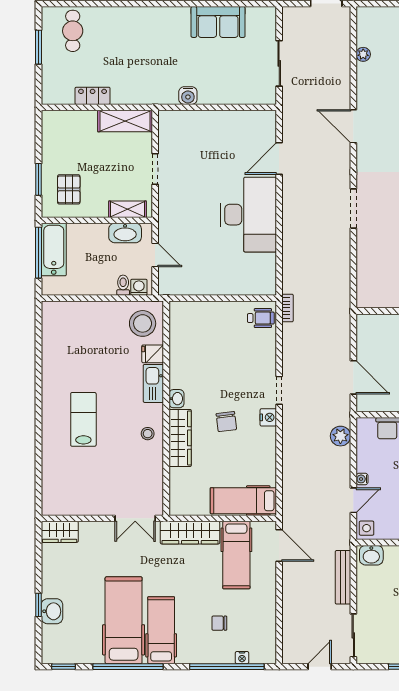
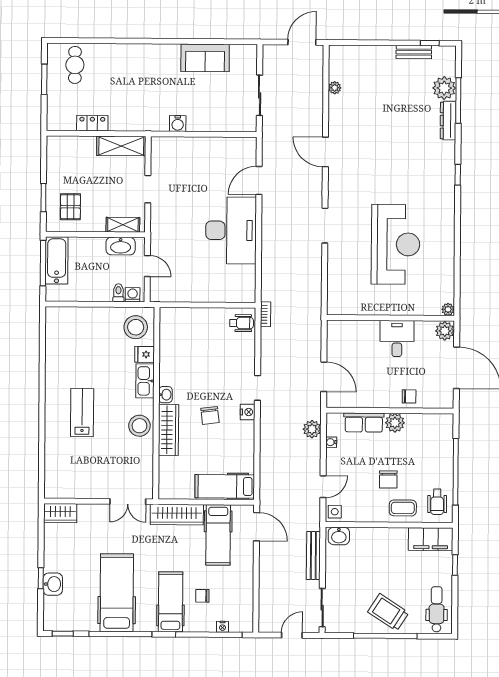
stool: (148, 434) -> (139, 426), width x1.89, depth x1.89
water cooler: (362, 479) -> (331, 442), moved
hospital bed: (161, 630) -> (171, 602), moved

